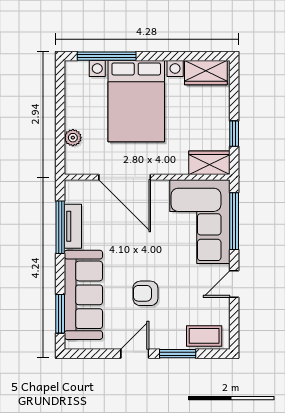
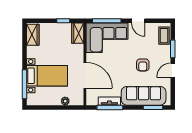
bed with nightstands: (136, 101) -> (47, 76), width x0.73
door: (125, 177) -> (85, 75), hinge flipped
door: (135, 354) -> (173, 70), hinge flipped

